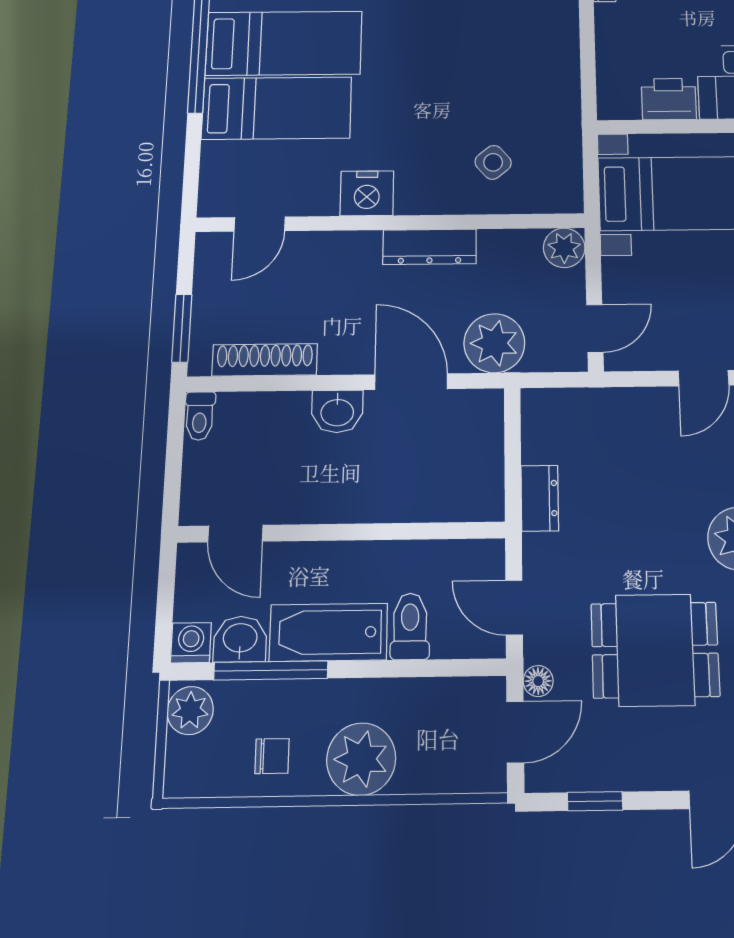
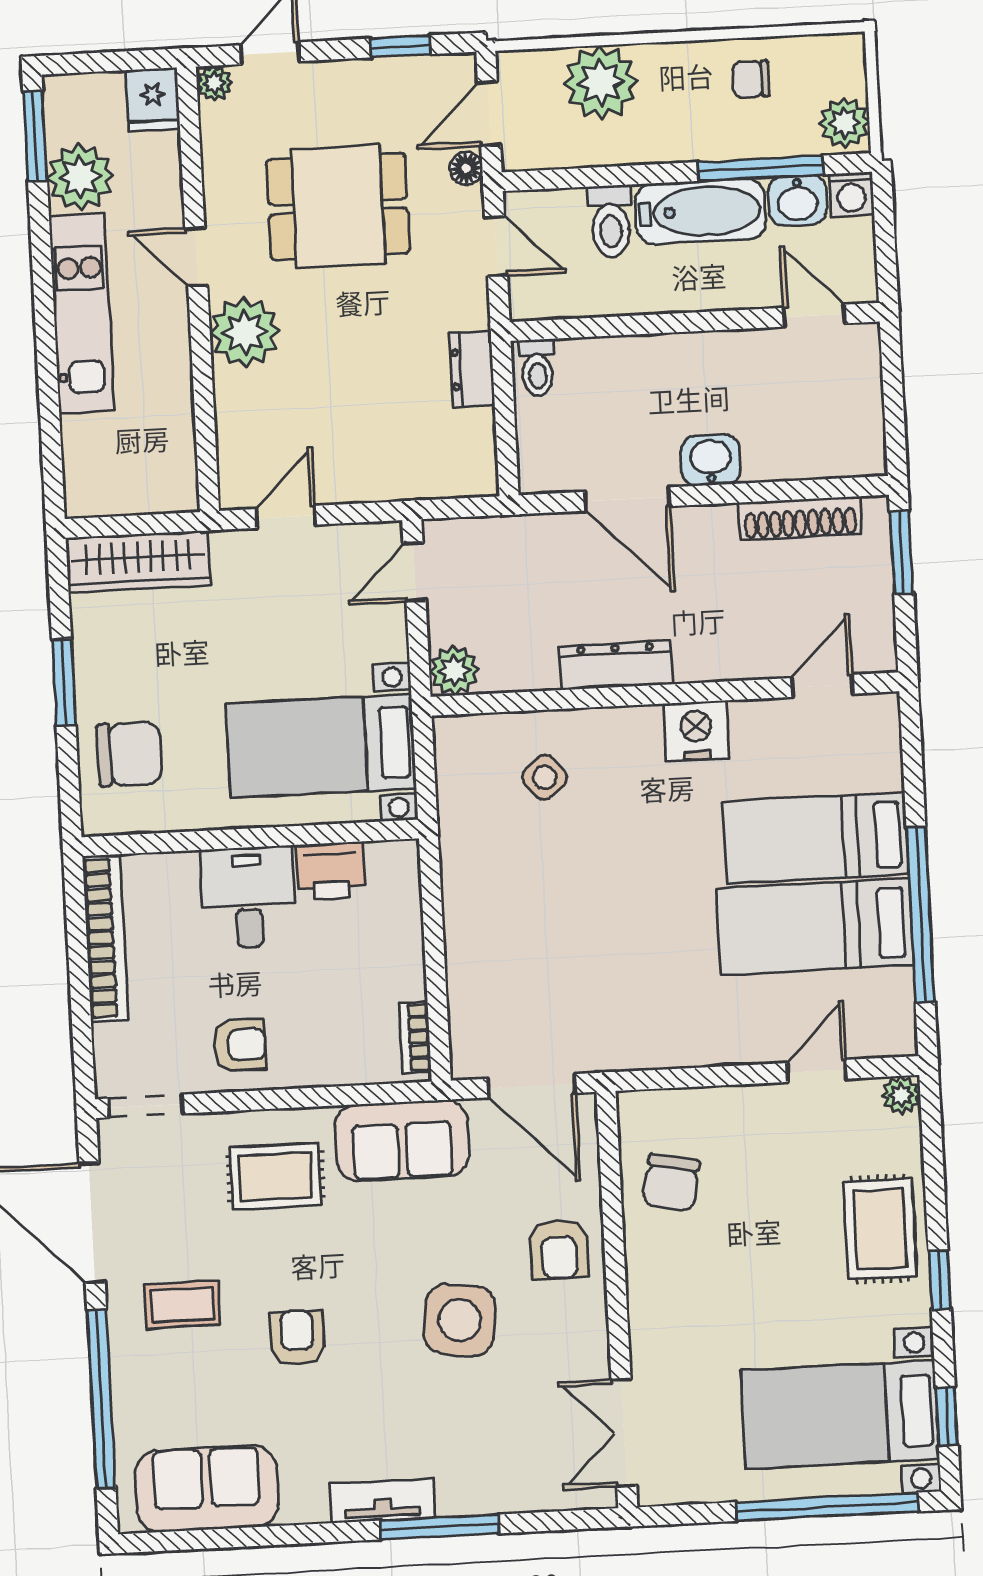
plant: (494, 343) -> (532, 549), removed
toilet: (200, 416) -> (537, 368), moved, turned 180
plant: (361, 759) -> (601, 83), moved

